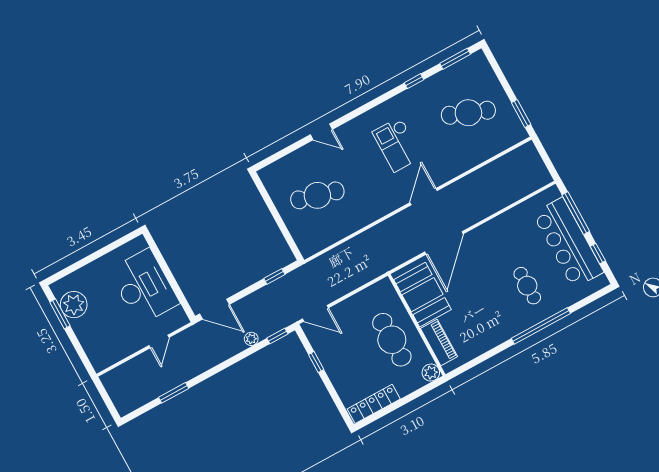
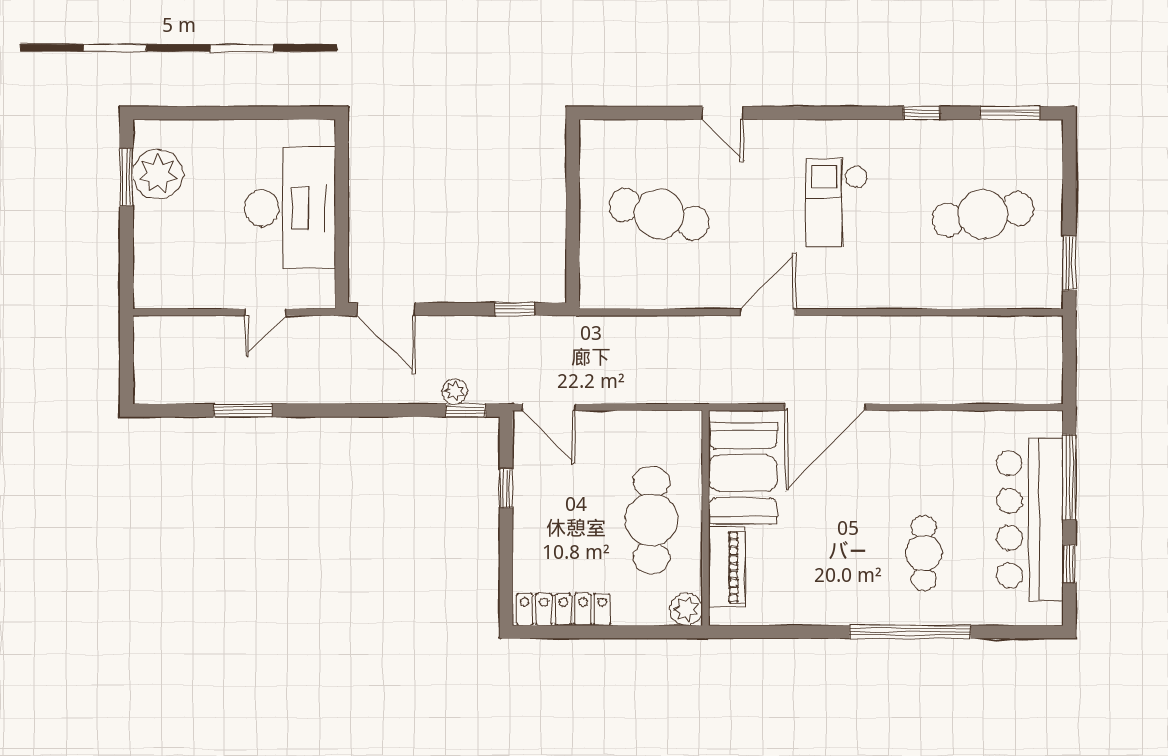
cafe table: (468, 113) -> (983, 214), turned -30
door: (424, 197) -> (768, 312), moved
plant: (251, 339) -> (455, 391), moved

